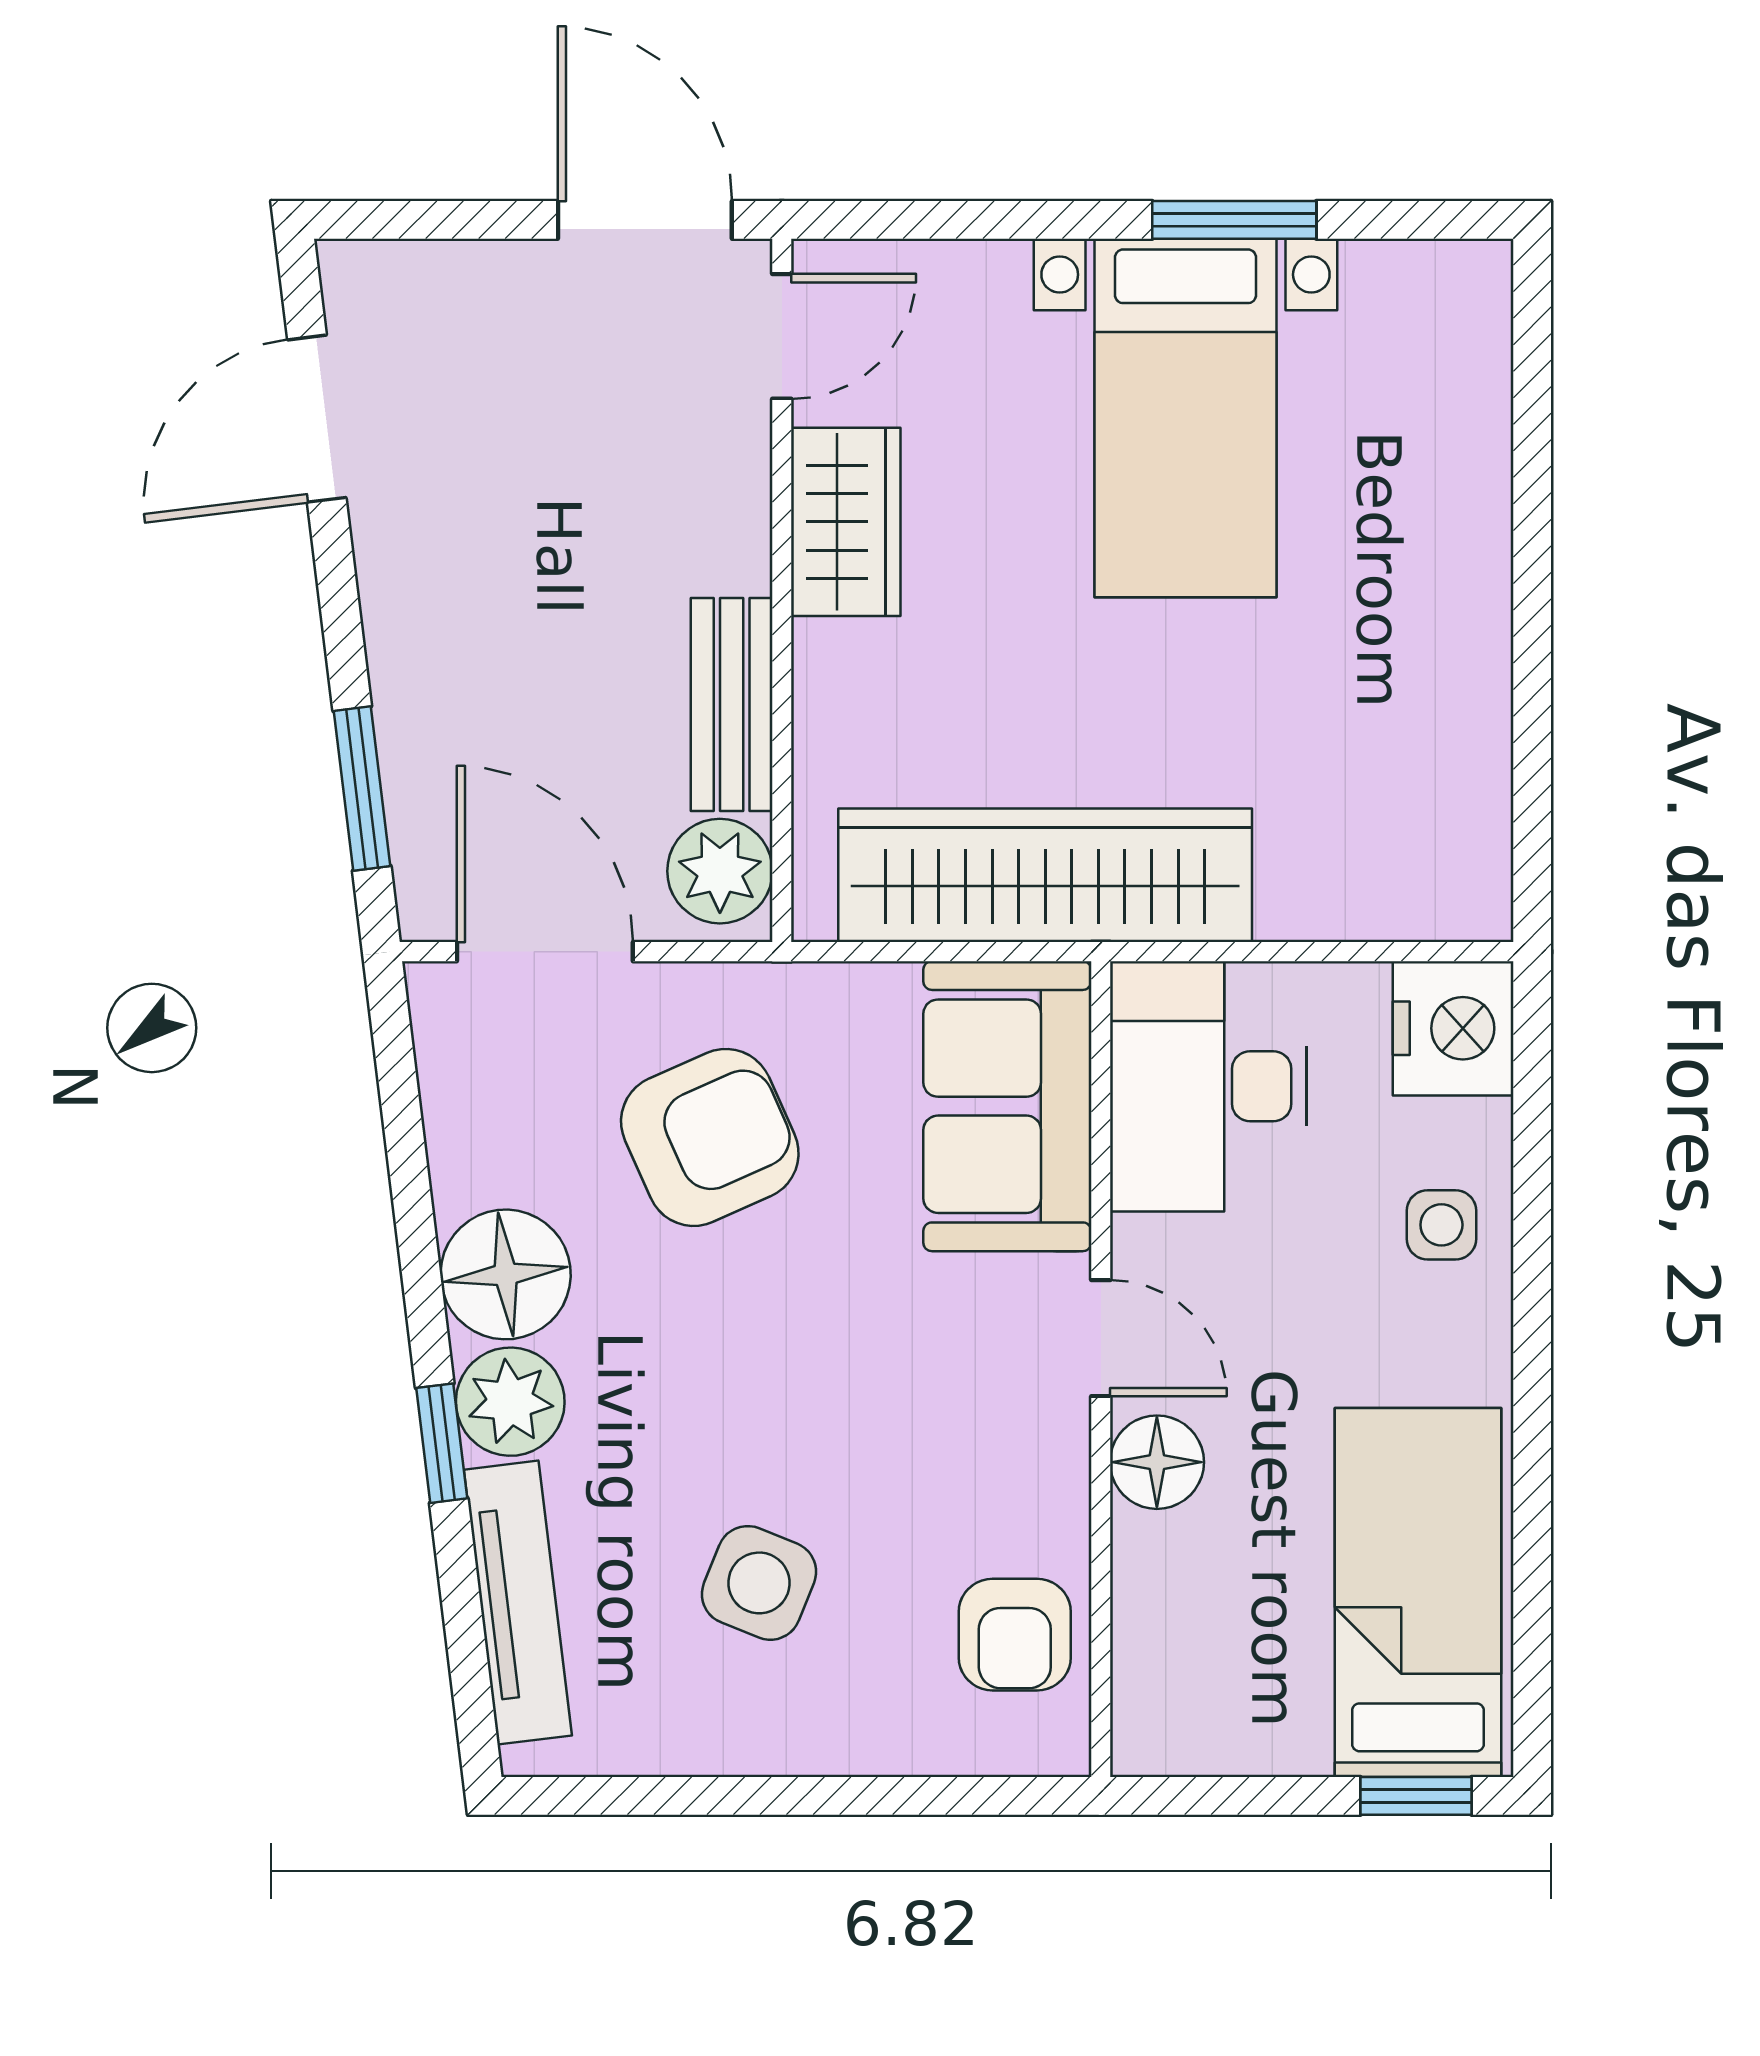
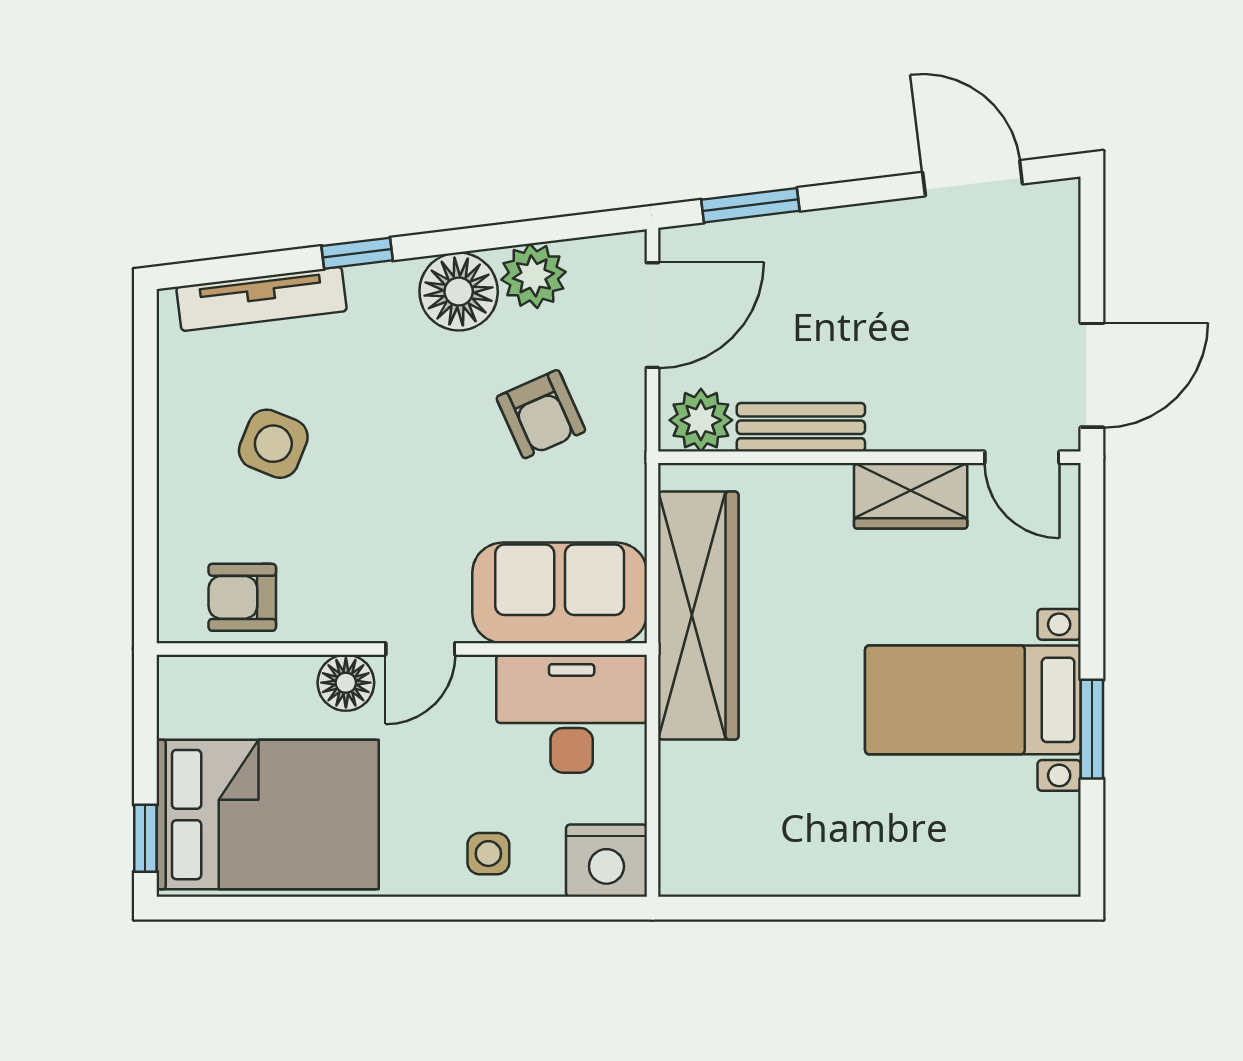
armchair: (710, 1137) -> (541, 414), width x0.72, depth x0.72
plant: (510, 1402) -> (533, 276), moved
bed: (1418, 1592) -> (268, 815), width x1.50

